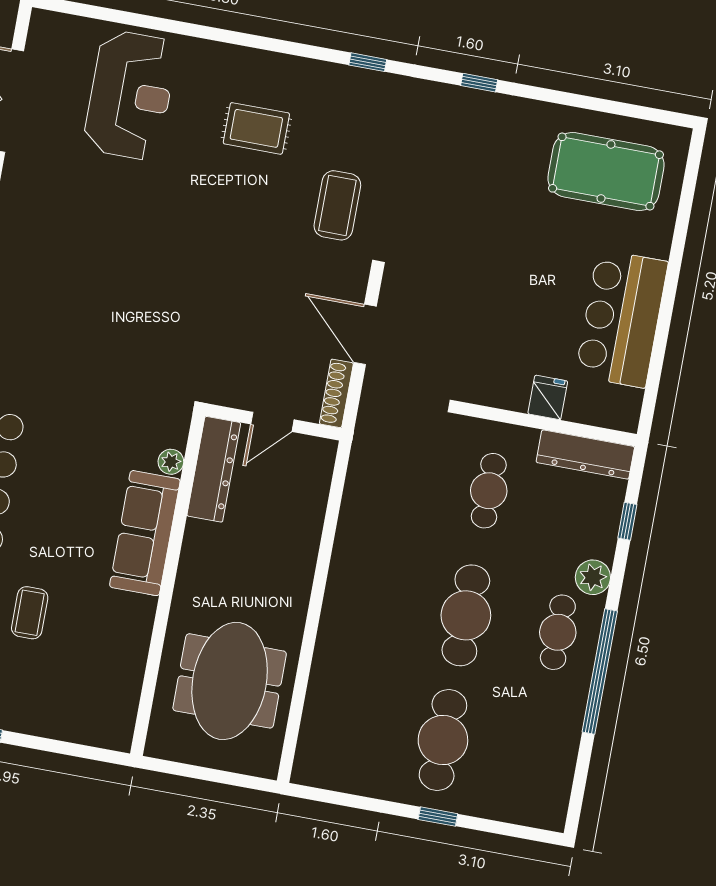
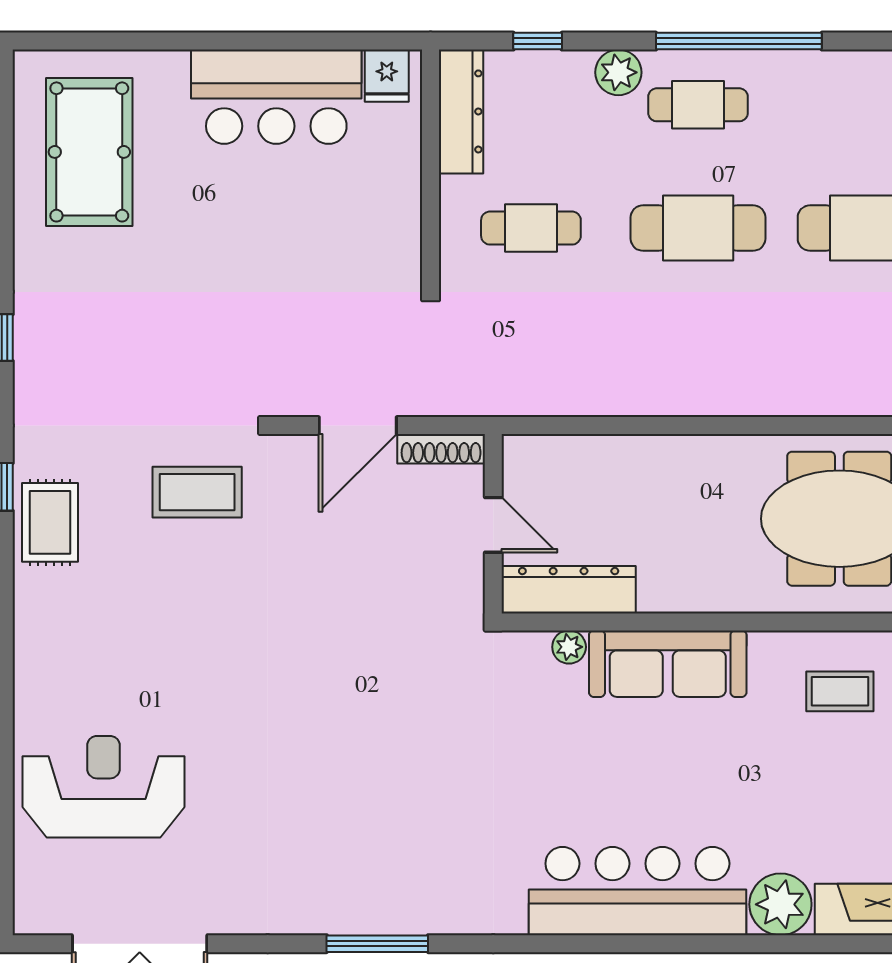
rug: (256, 128) -> (50, 522), moved
fridge: (548, 397) -> (387, 76), moved, turned -90
coffee table: (30, 613) -> (840, 691), moved

